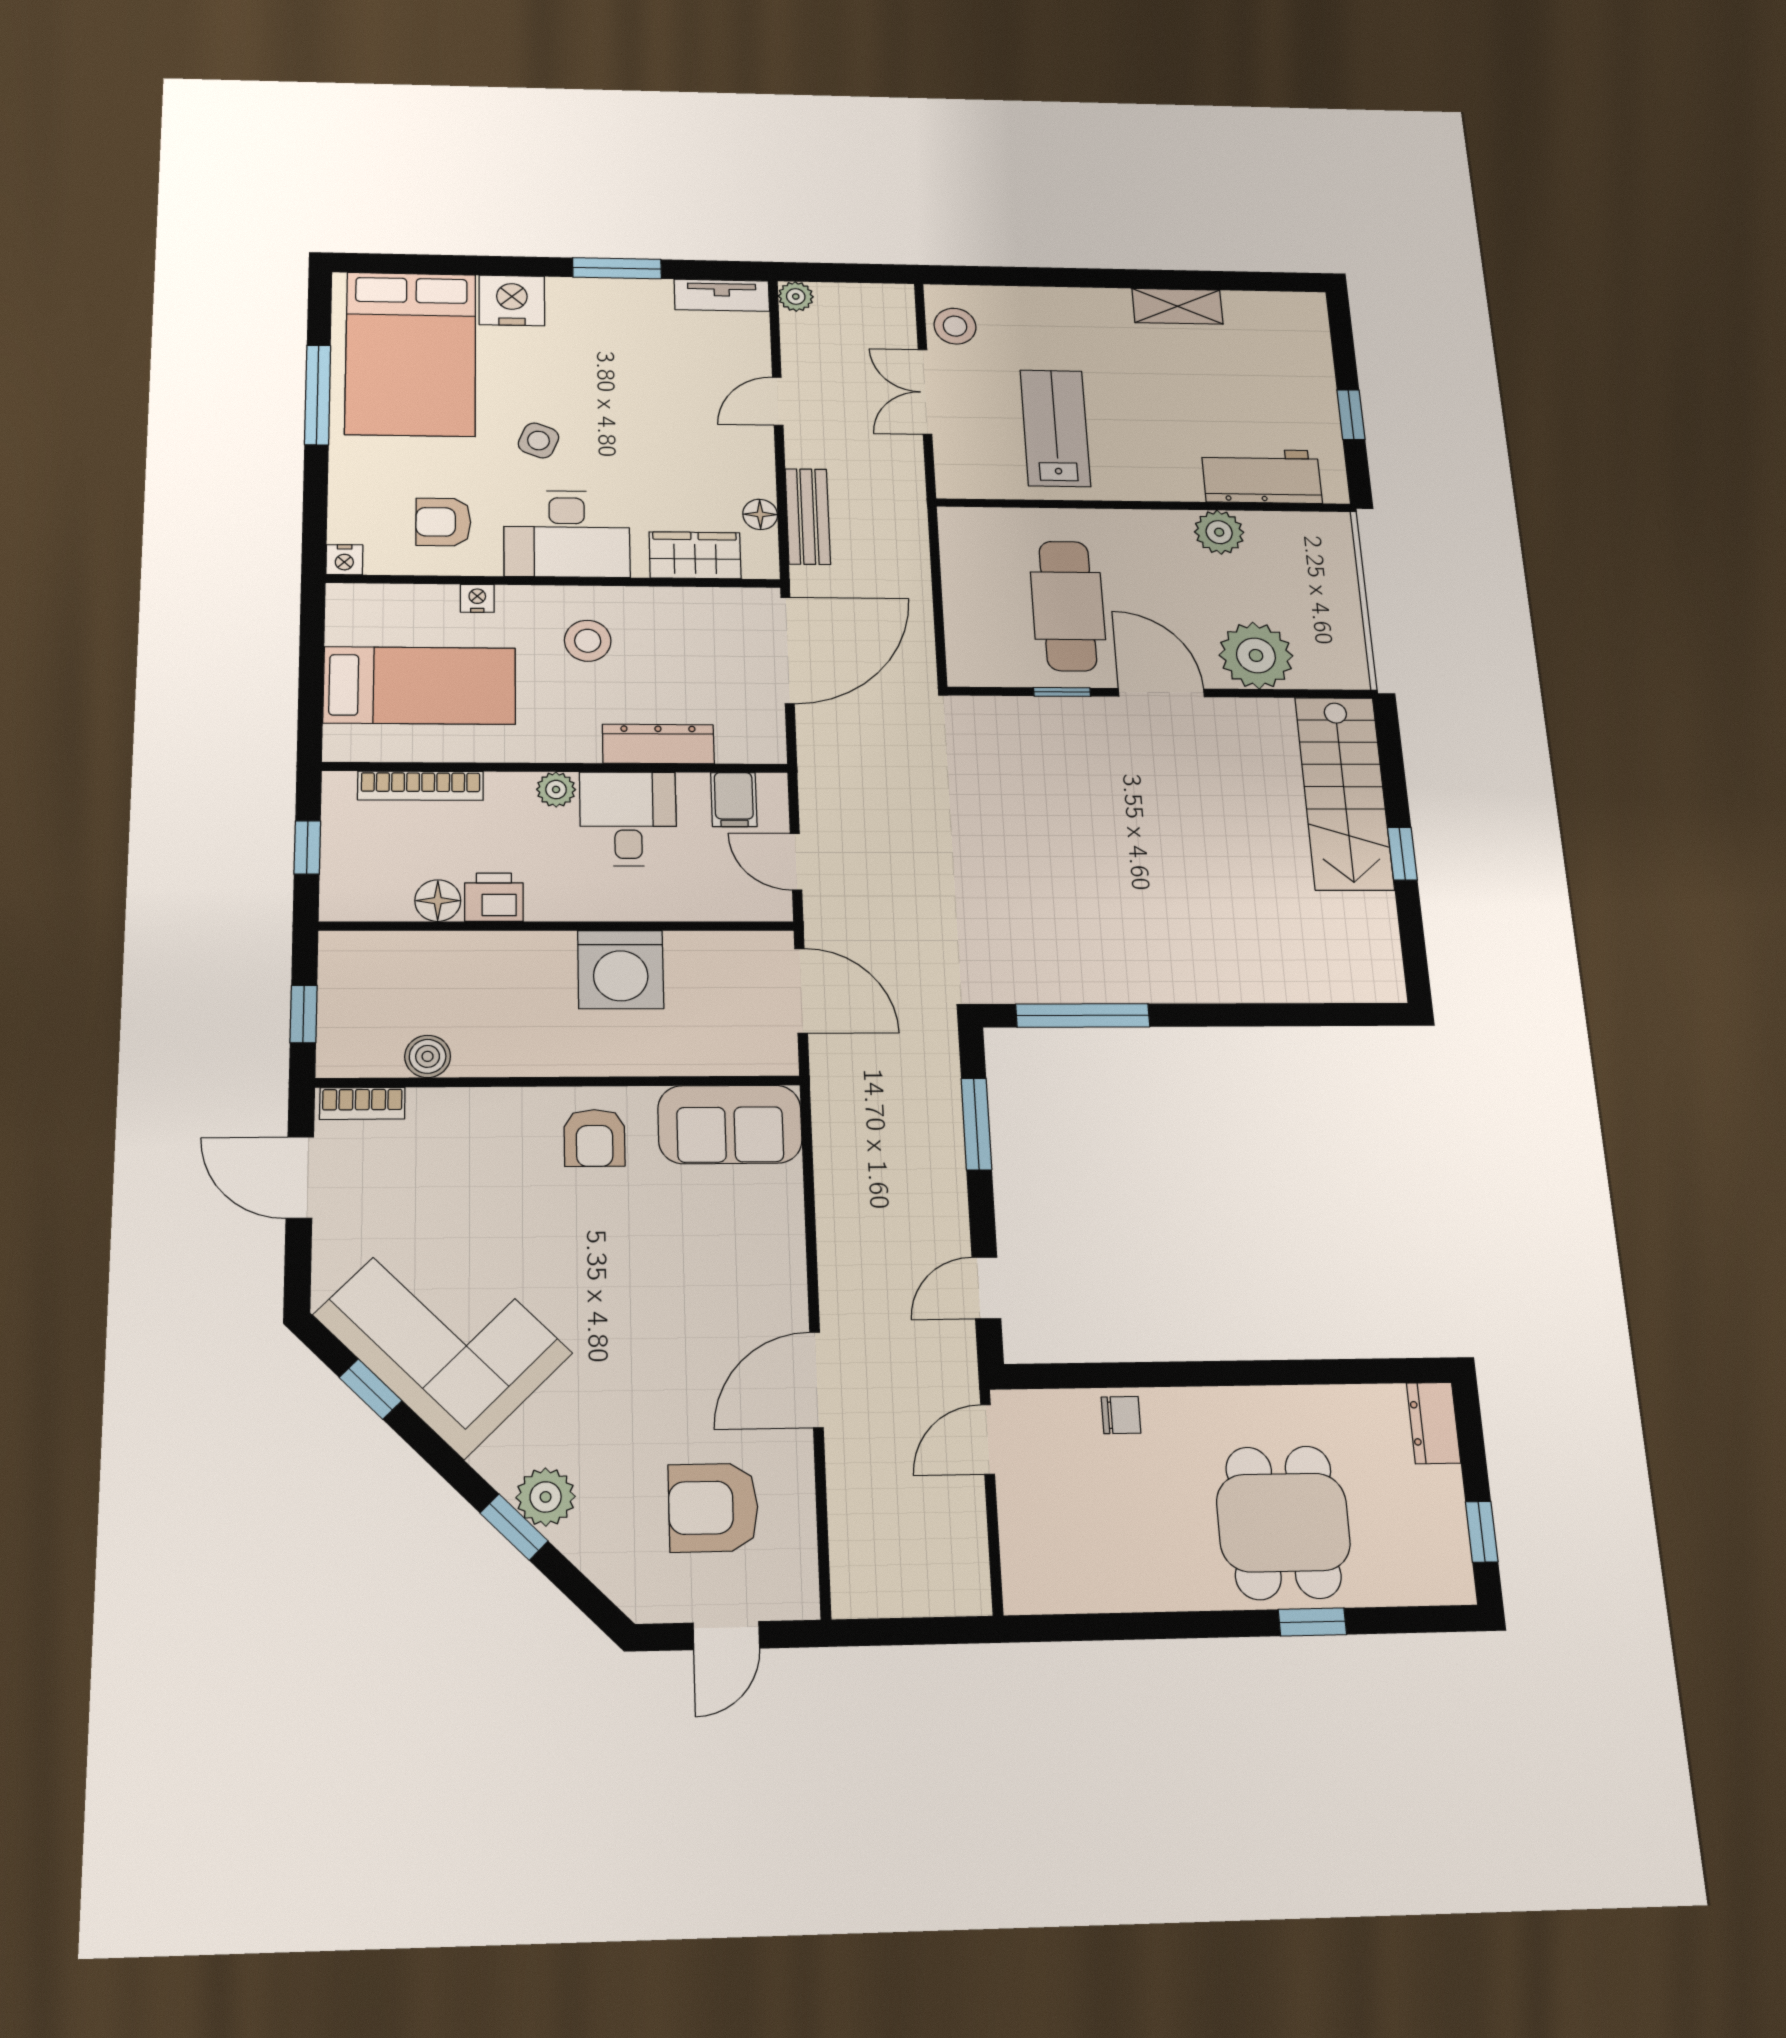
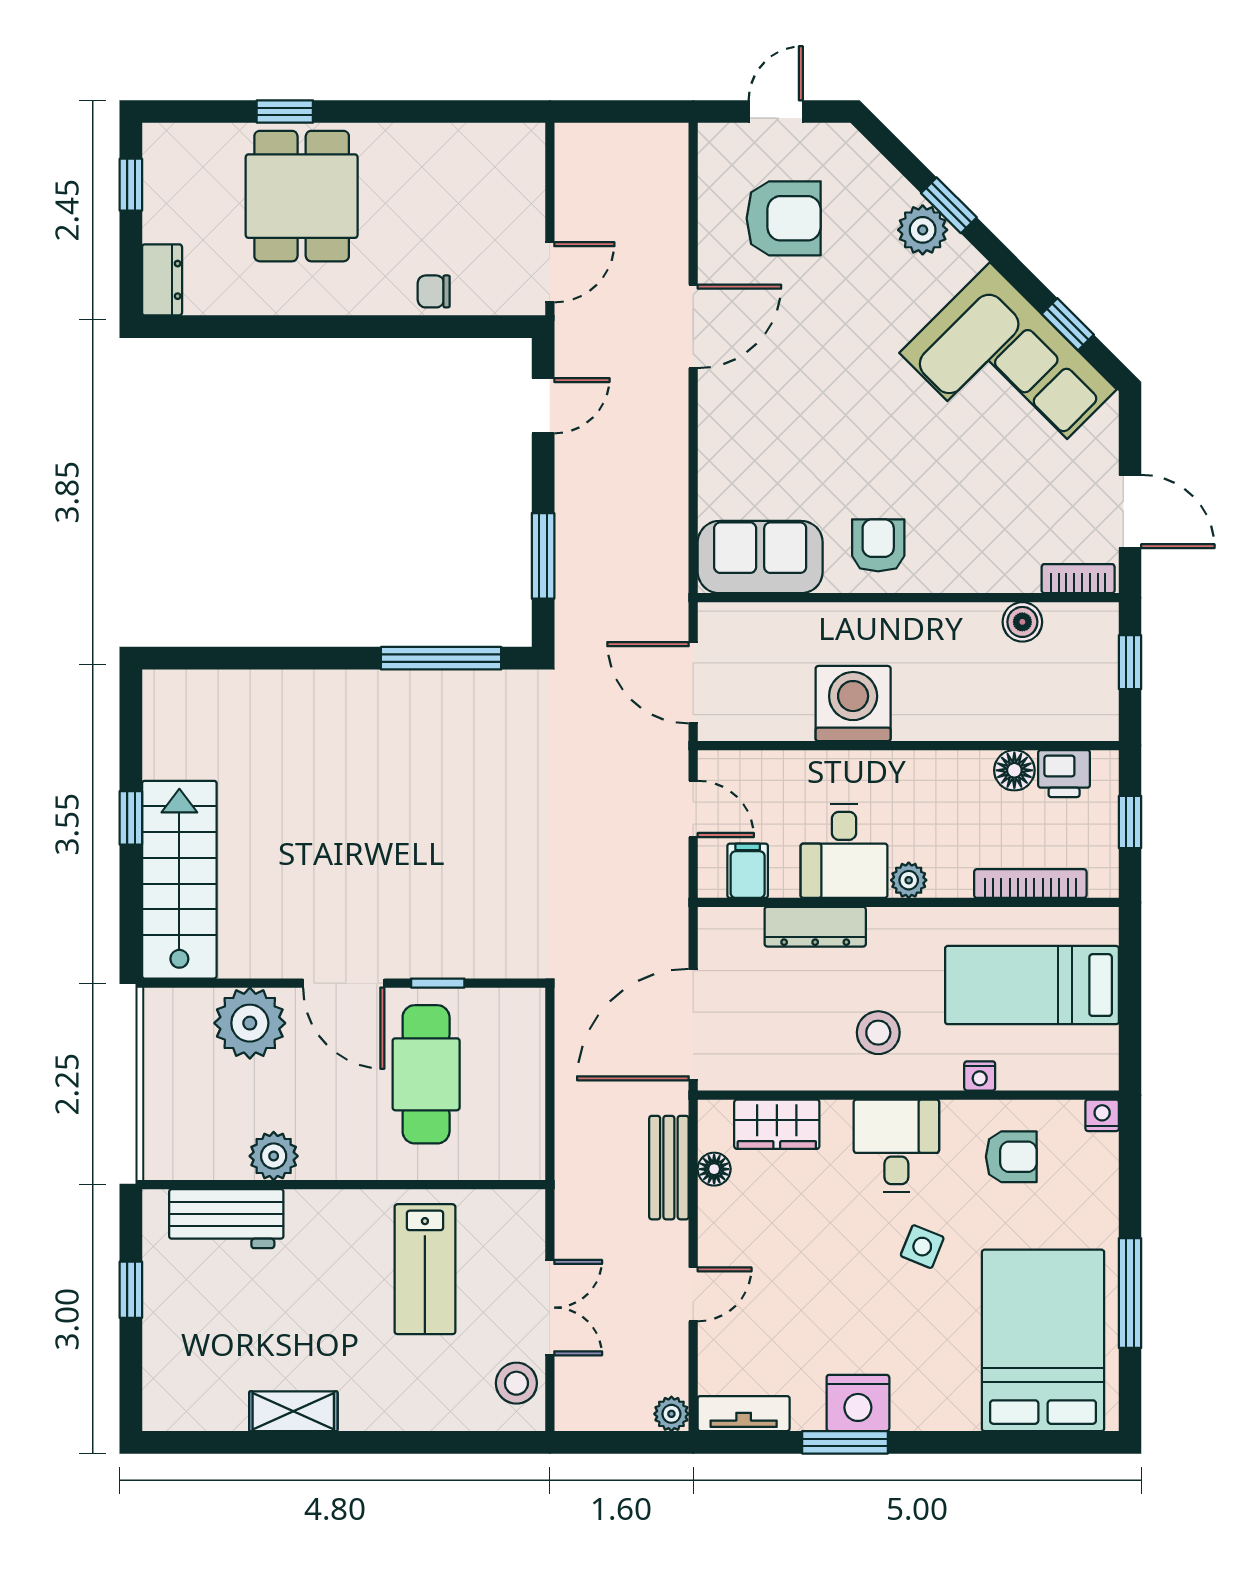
nightstand: (512, 300) -> (858, 1403), moved
desk: (567, 534) -> (896, 1146), width x0.73
printer: (494, 897) -> (1064, 774), moved

